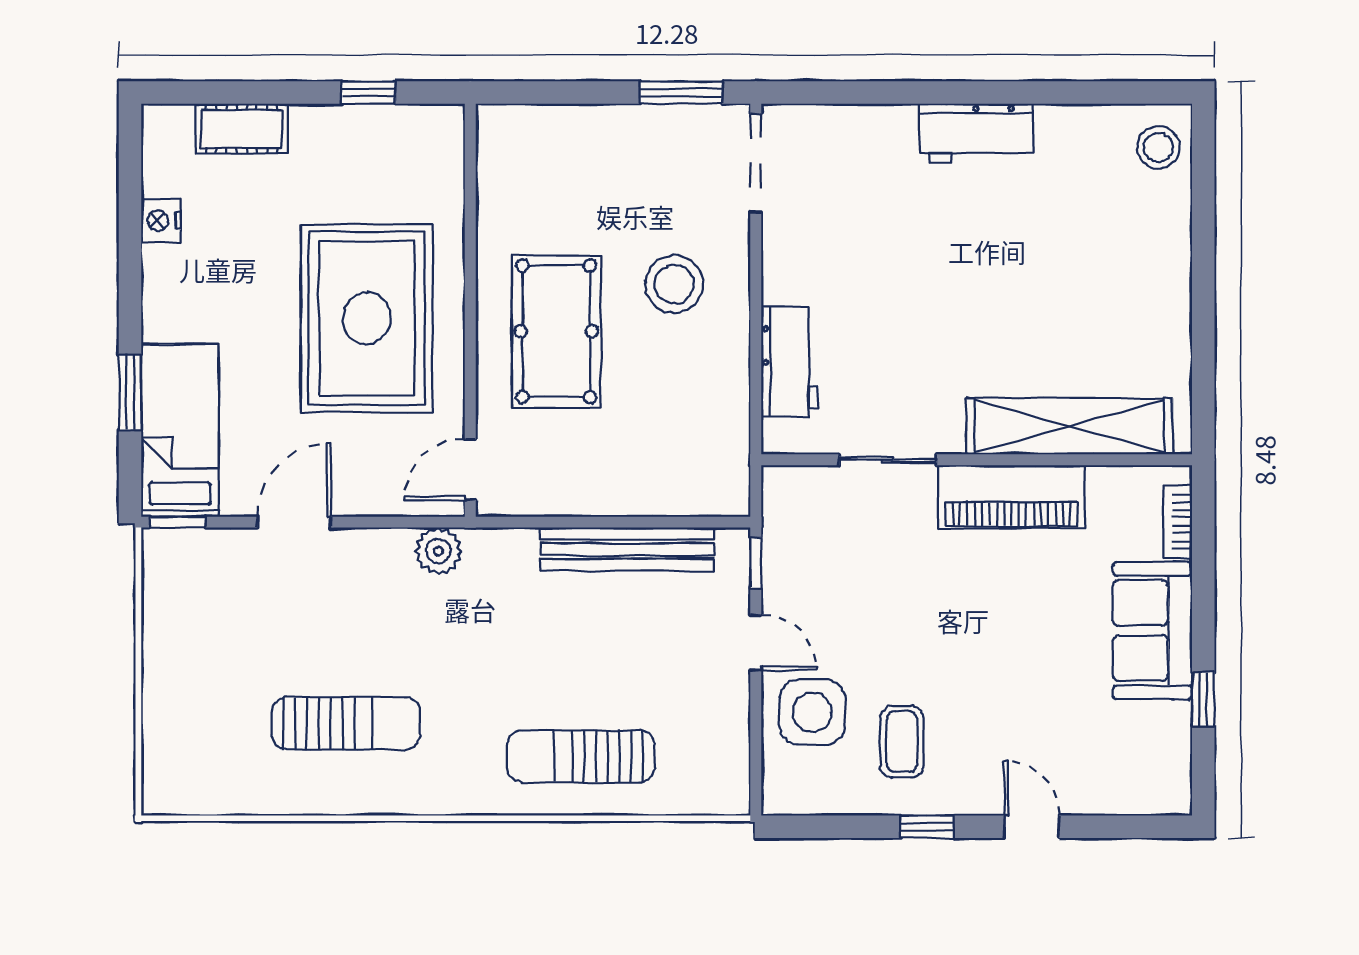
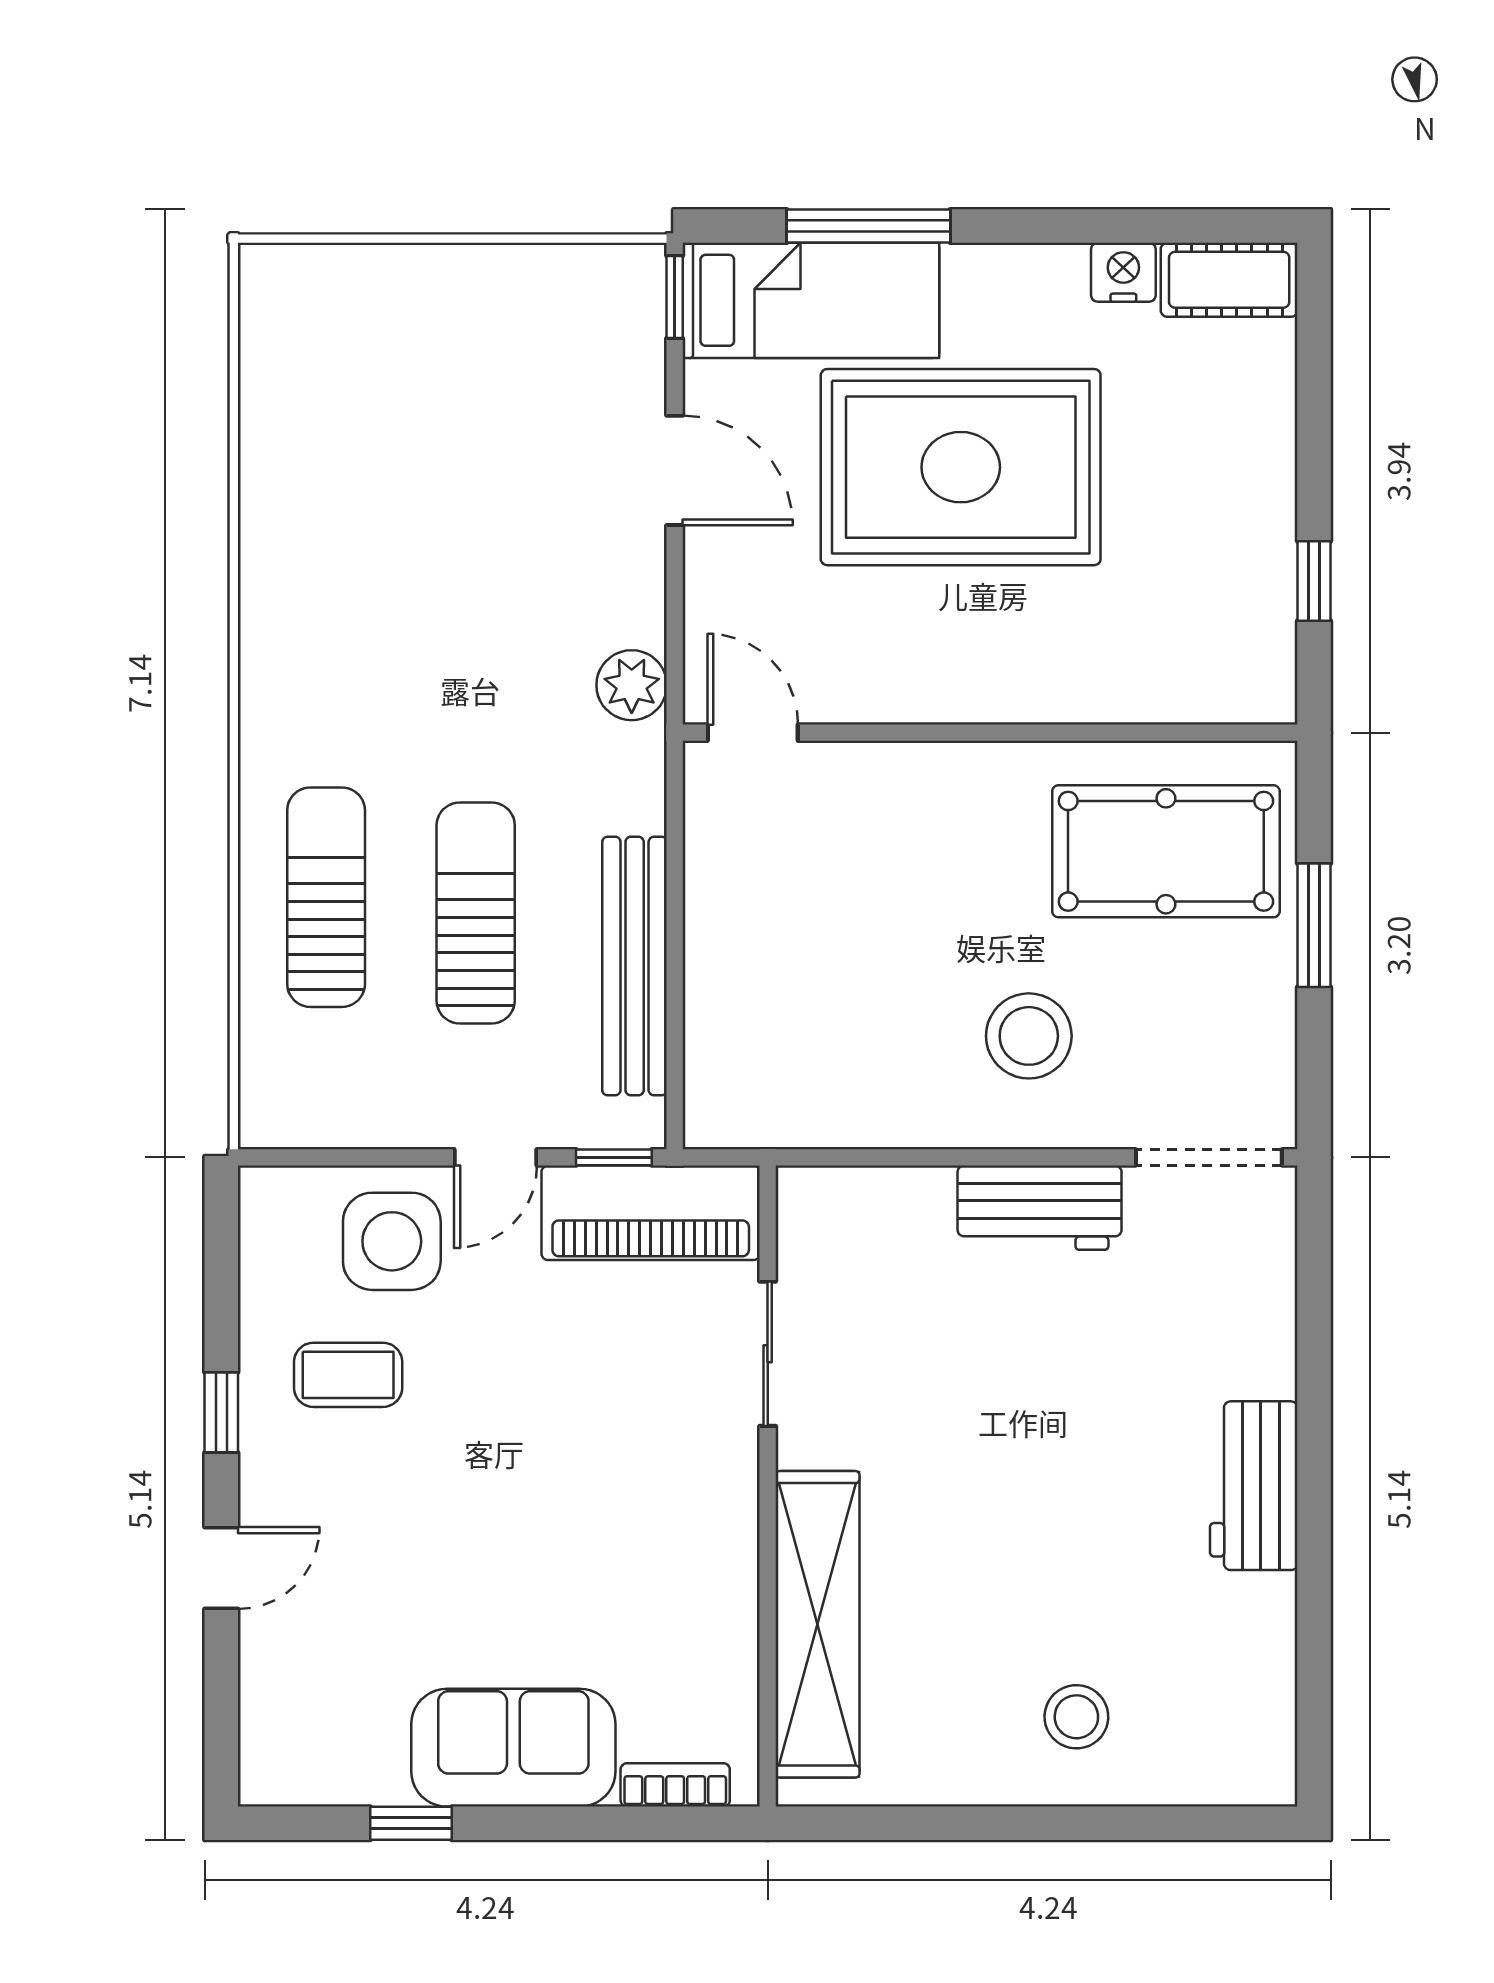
window: (681, 93) -> (1314, 925), moved
cot: (242, 129) -> (1229, 280), moved, turned 90
stool: (1158, 147) -> (1076, 1717), moved
rug: (367, 318) -> (961, 467), moved
pool table: (556, 331) -> (1166, 851), moved
workbench: (790, 362) -> (1040, 1208), moved
window: (130, 392) -> (869, 226), width x1.44
piano: (1011, 497) -> (651, 1213), moved, turned -90
sun lounger: (346, 723) -> (476, 913), moved, turned 180

